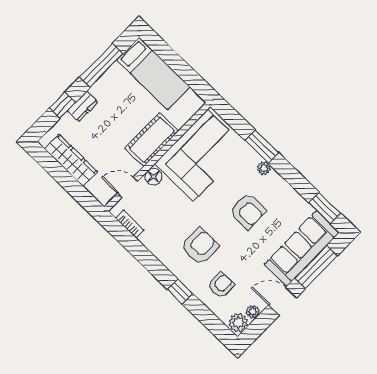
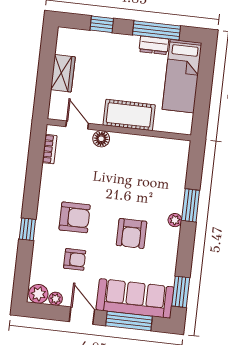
dresser: (83, 106) -> (154, 45), moved
corner sofa: (200, 155) -> (146, 163), removed
wardrobe: (71, 160) -> (63, 73), width x0.67
armchair: (221, 285) -> (75, 259), moved

